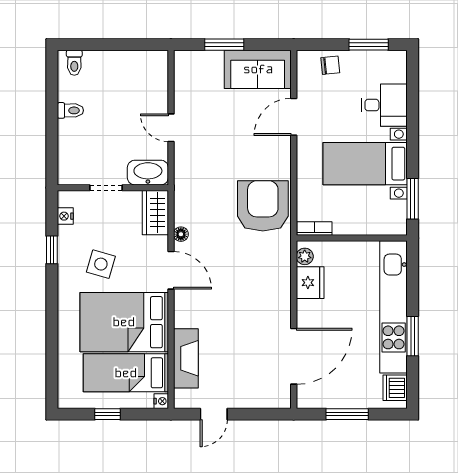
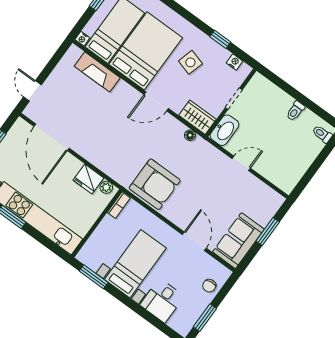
floor lamp: (181, 234) -> (190, 135), moved
door: (214, 414) -> (32, 91), moved

